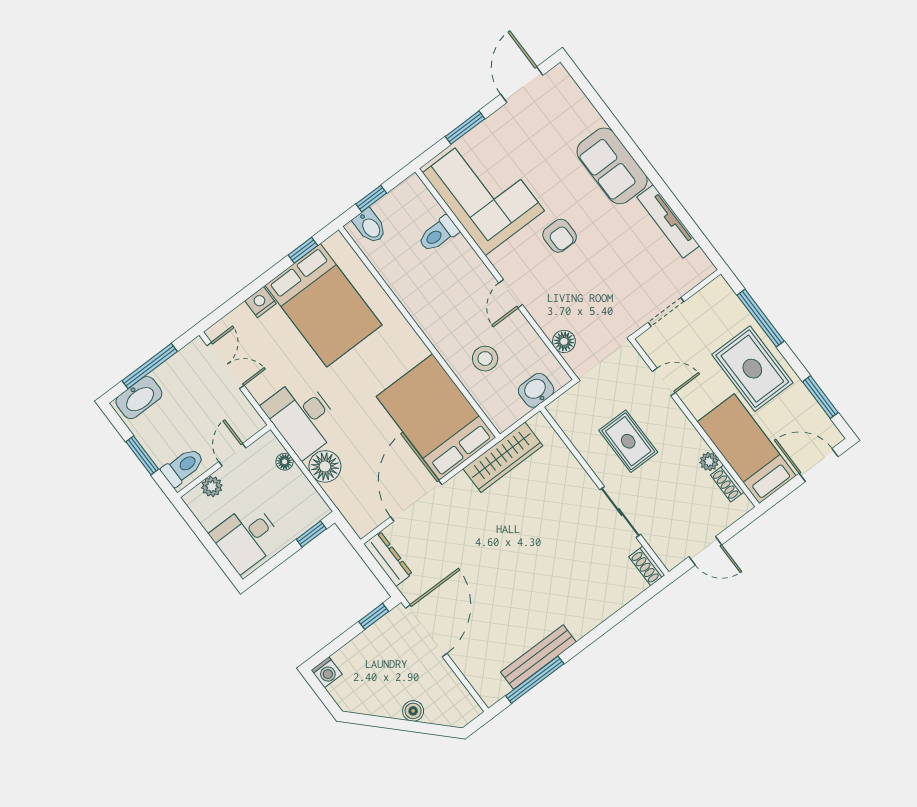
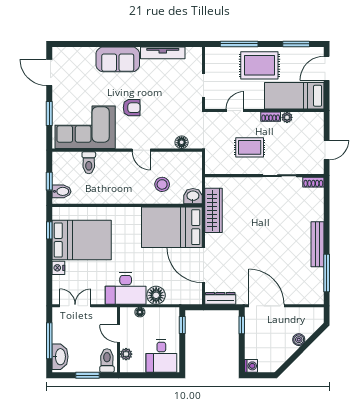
washbasin: (536, 390) -> (193, 196), moved, turned 90
shoe rack: (727, 483) -> (271, 117), moved
bench: (538, 657) -> (317, 244), moved

